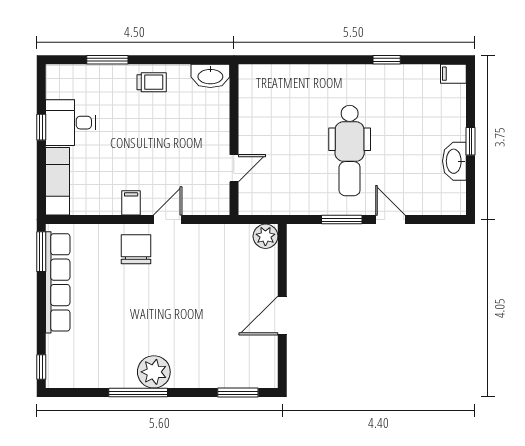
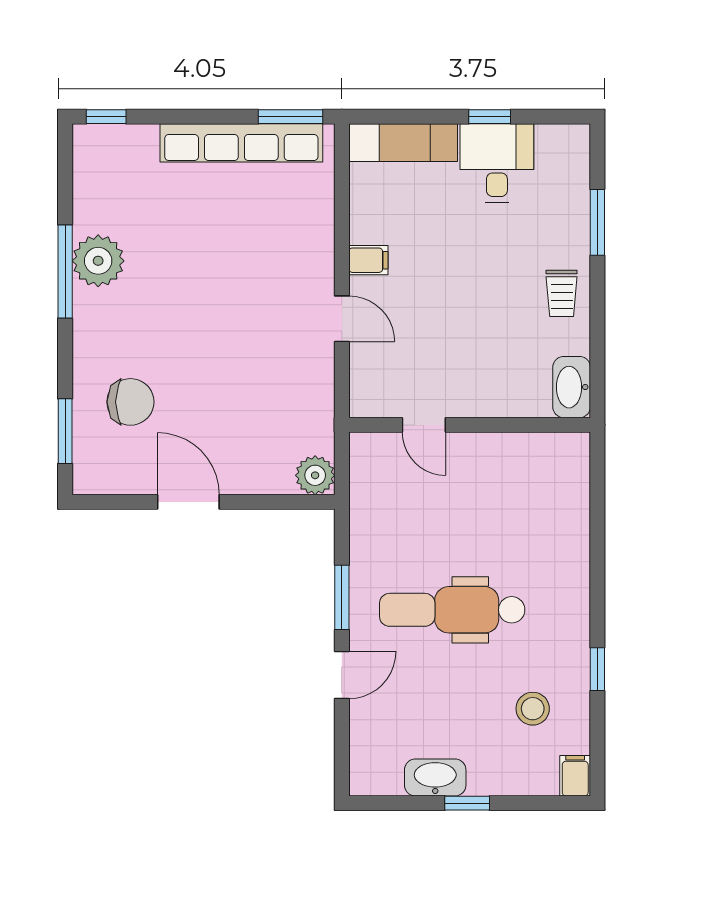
stool: (411, 100) -> (533, 709), added
chair: (136, 249) -> (130, 402), moved
plant: (154, 372) -> (98, 261), moved

